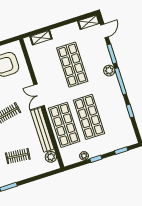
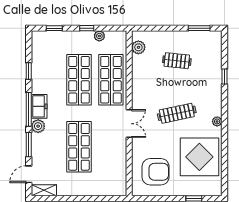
shelving: (41, 38) -> (105, 190), removed
freezer: (113, 86) -> (39, 106), added
bench: (42, 130) -> (138, 82), removed

